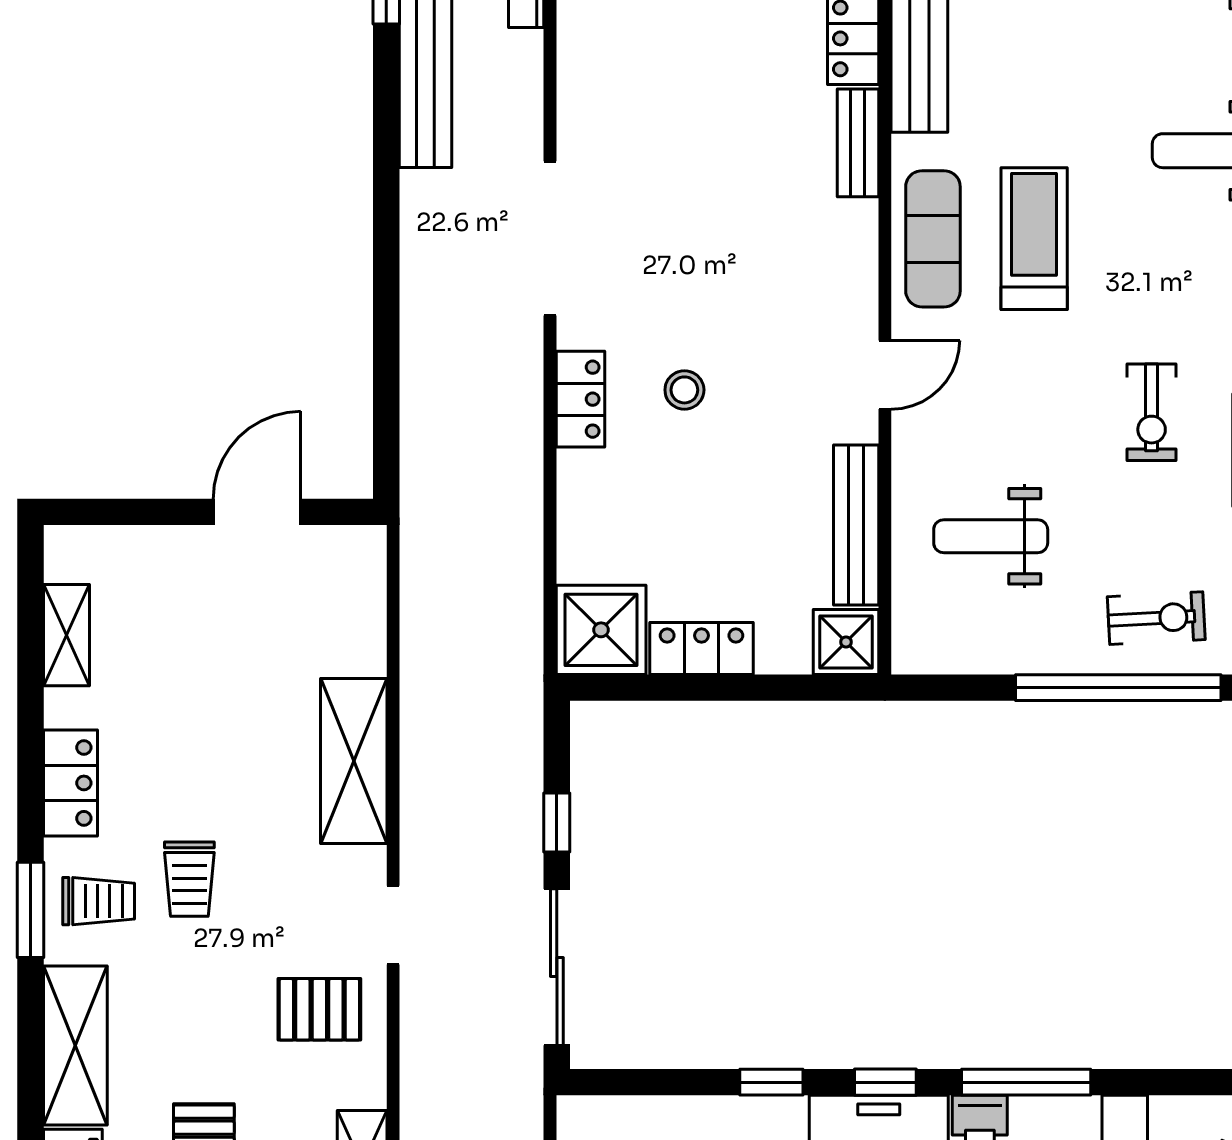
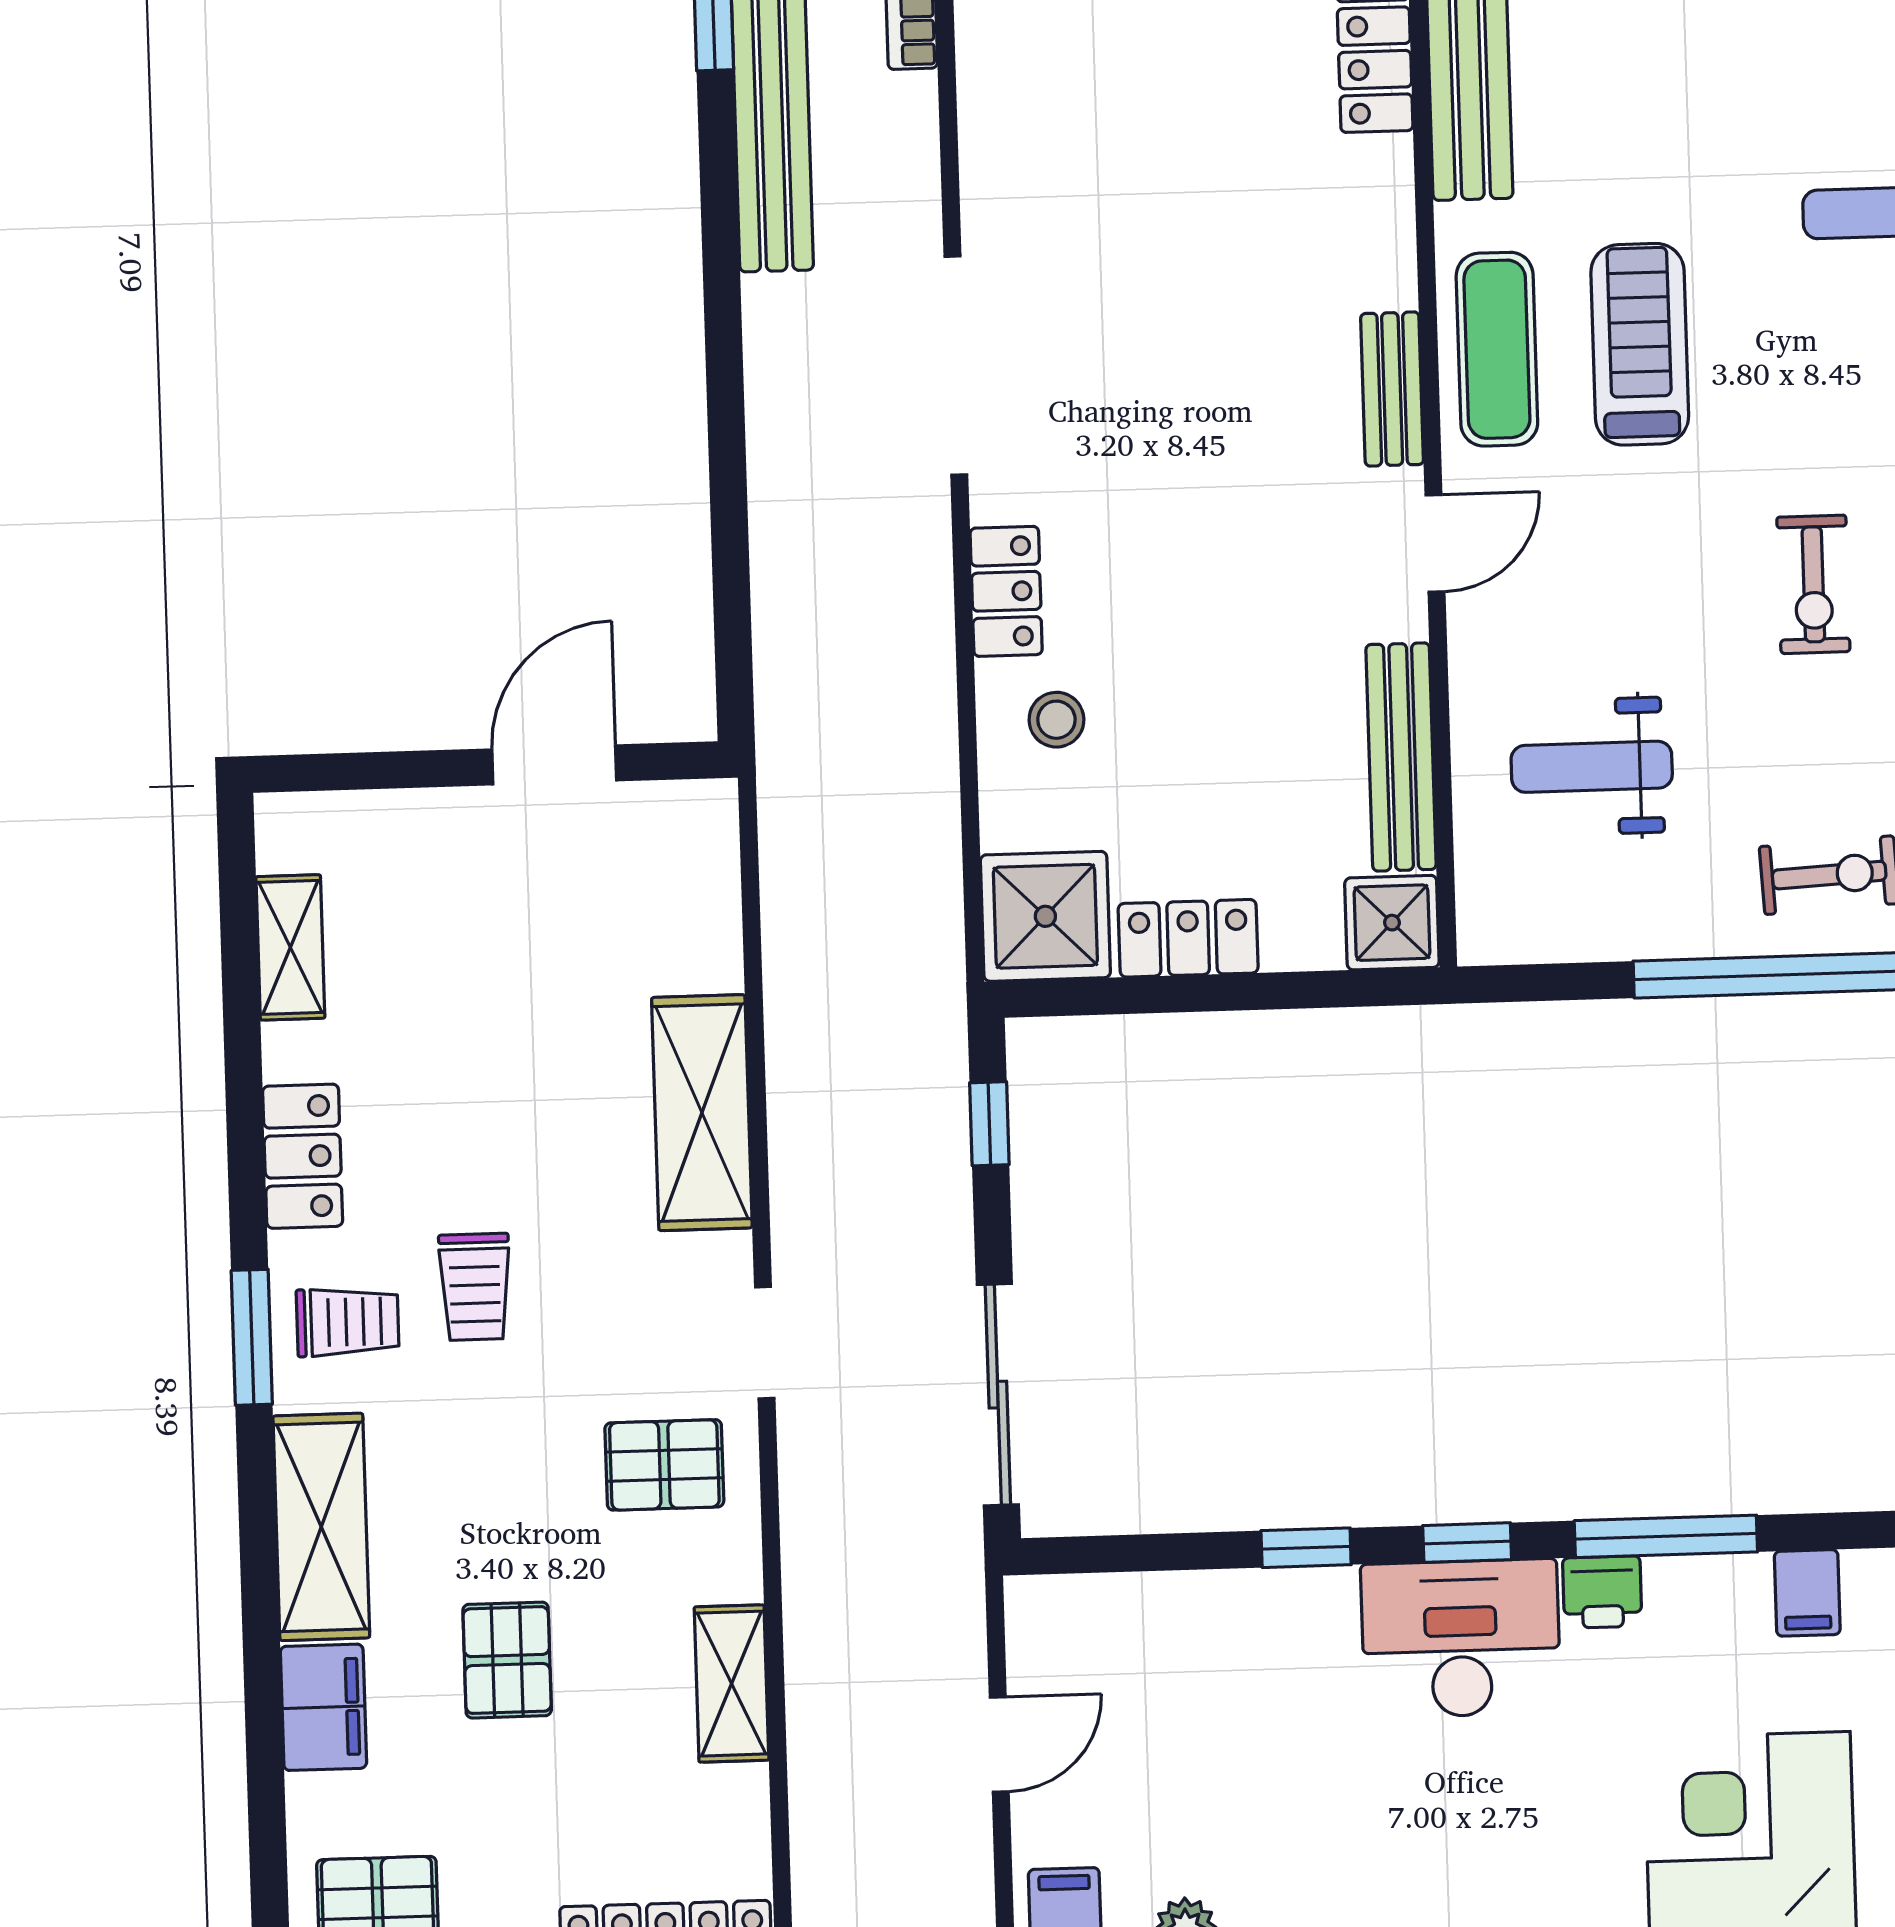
bench: (858, 143) -> (1392, 389), moved
stool: (684, 390) -> (1056, 720), moved
window: (557, 822) -> (989, 1124), moved

